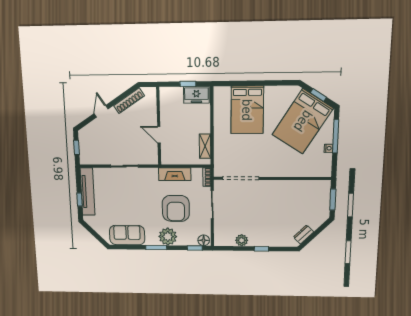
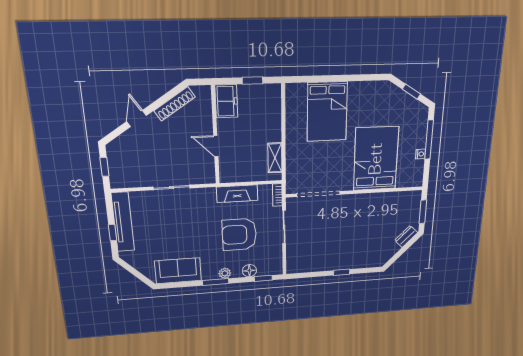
freezer: (196, 95) -> (226, 101), moved, turned -90
bed: (303, 121) -> (376, 159), moved, turned 148
armchair: (176, 208) -> (239, 235), turned 90
dresser: (303, 234) -> (406, 236), moved
plant: (168, 237) -> (225, 273), width x0.53, depth x0.53
floor lamp: (204, 240) -> (249, 271), moved
plant: (242, 240) -> (319, 265), removed

